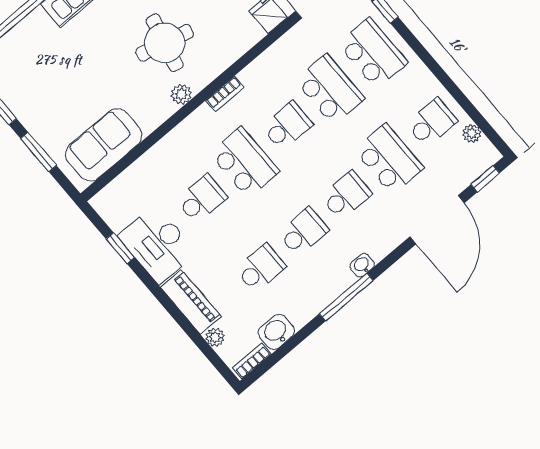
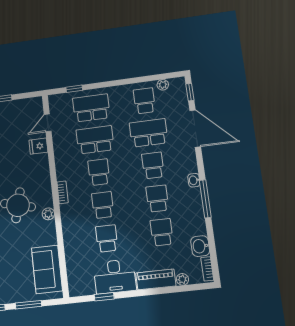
school desk: (244, 162) -> (103, 205), width x0.54

